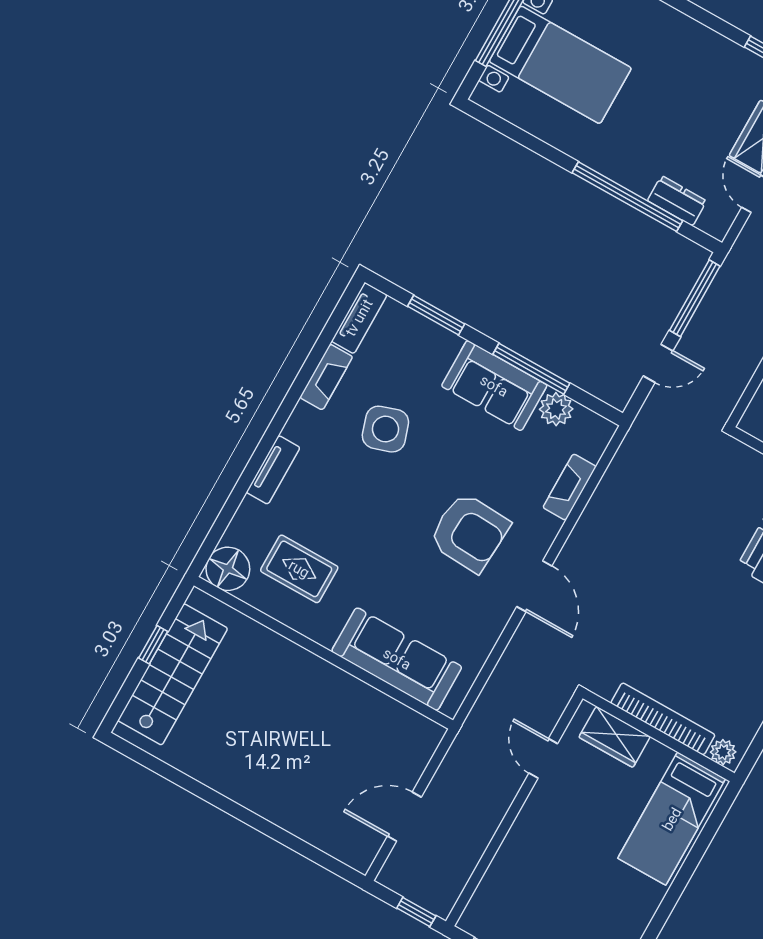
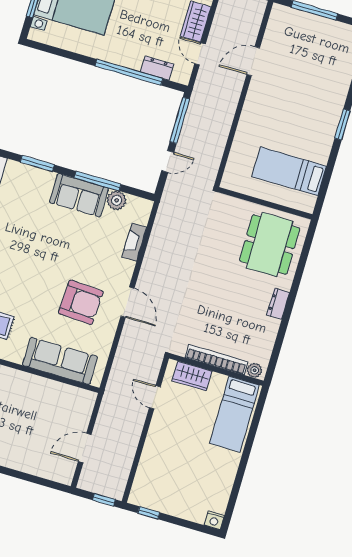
side table: (385, 429) -> (24, 234), removed
armchair: (469, 532) -> (81, 302), moved

